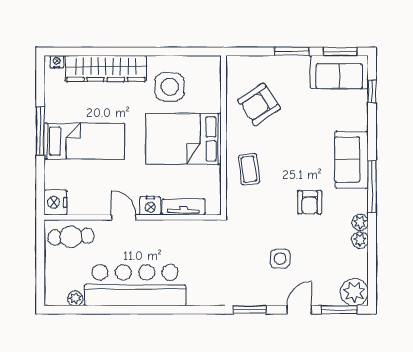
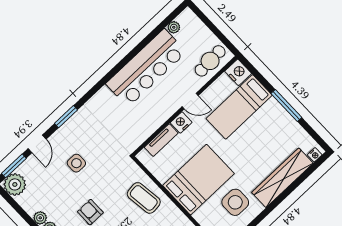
bed: (84, 141) -> (239, 107), moved
coffee table: (249, 169) -> (144, 198), width x1.36, depth x1.30

